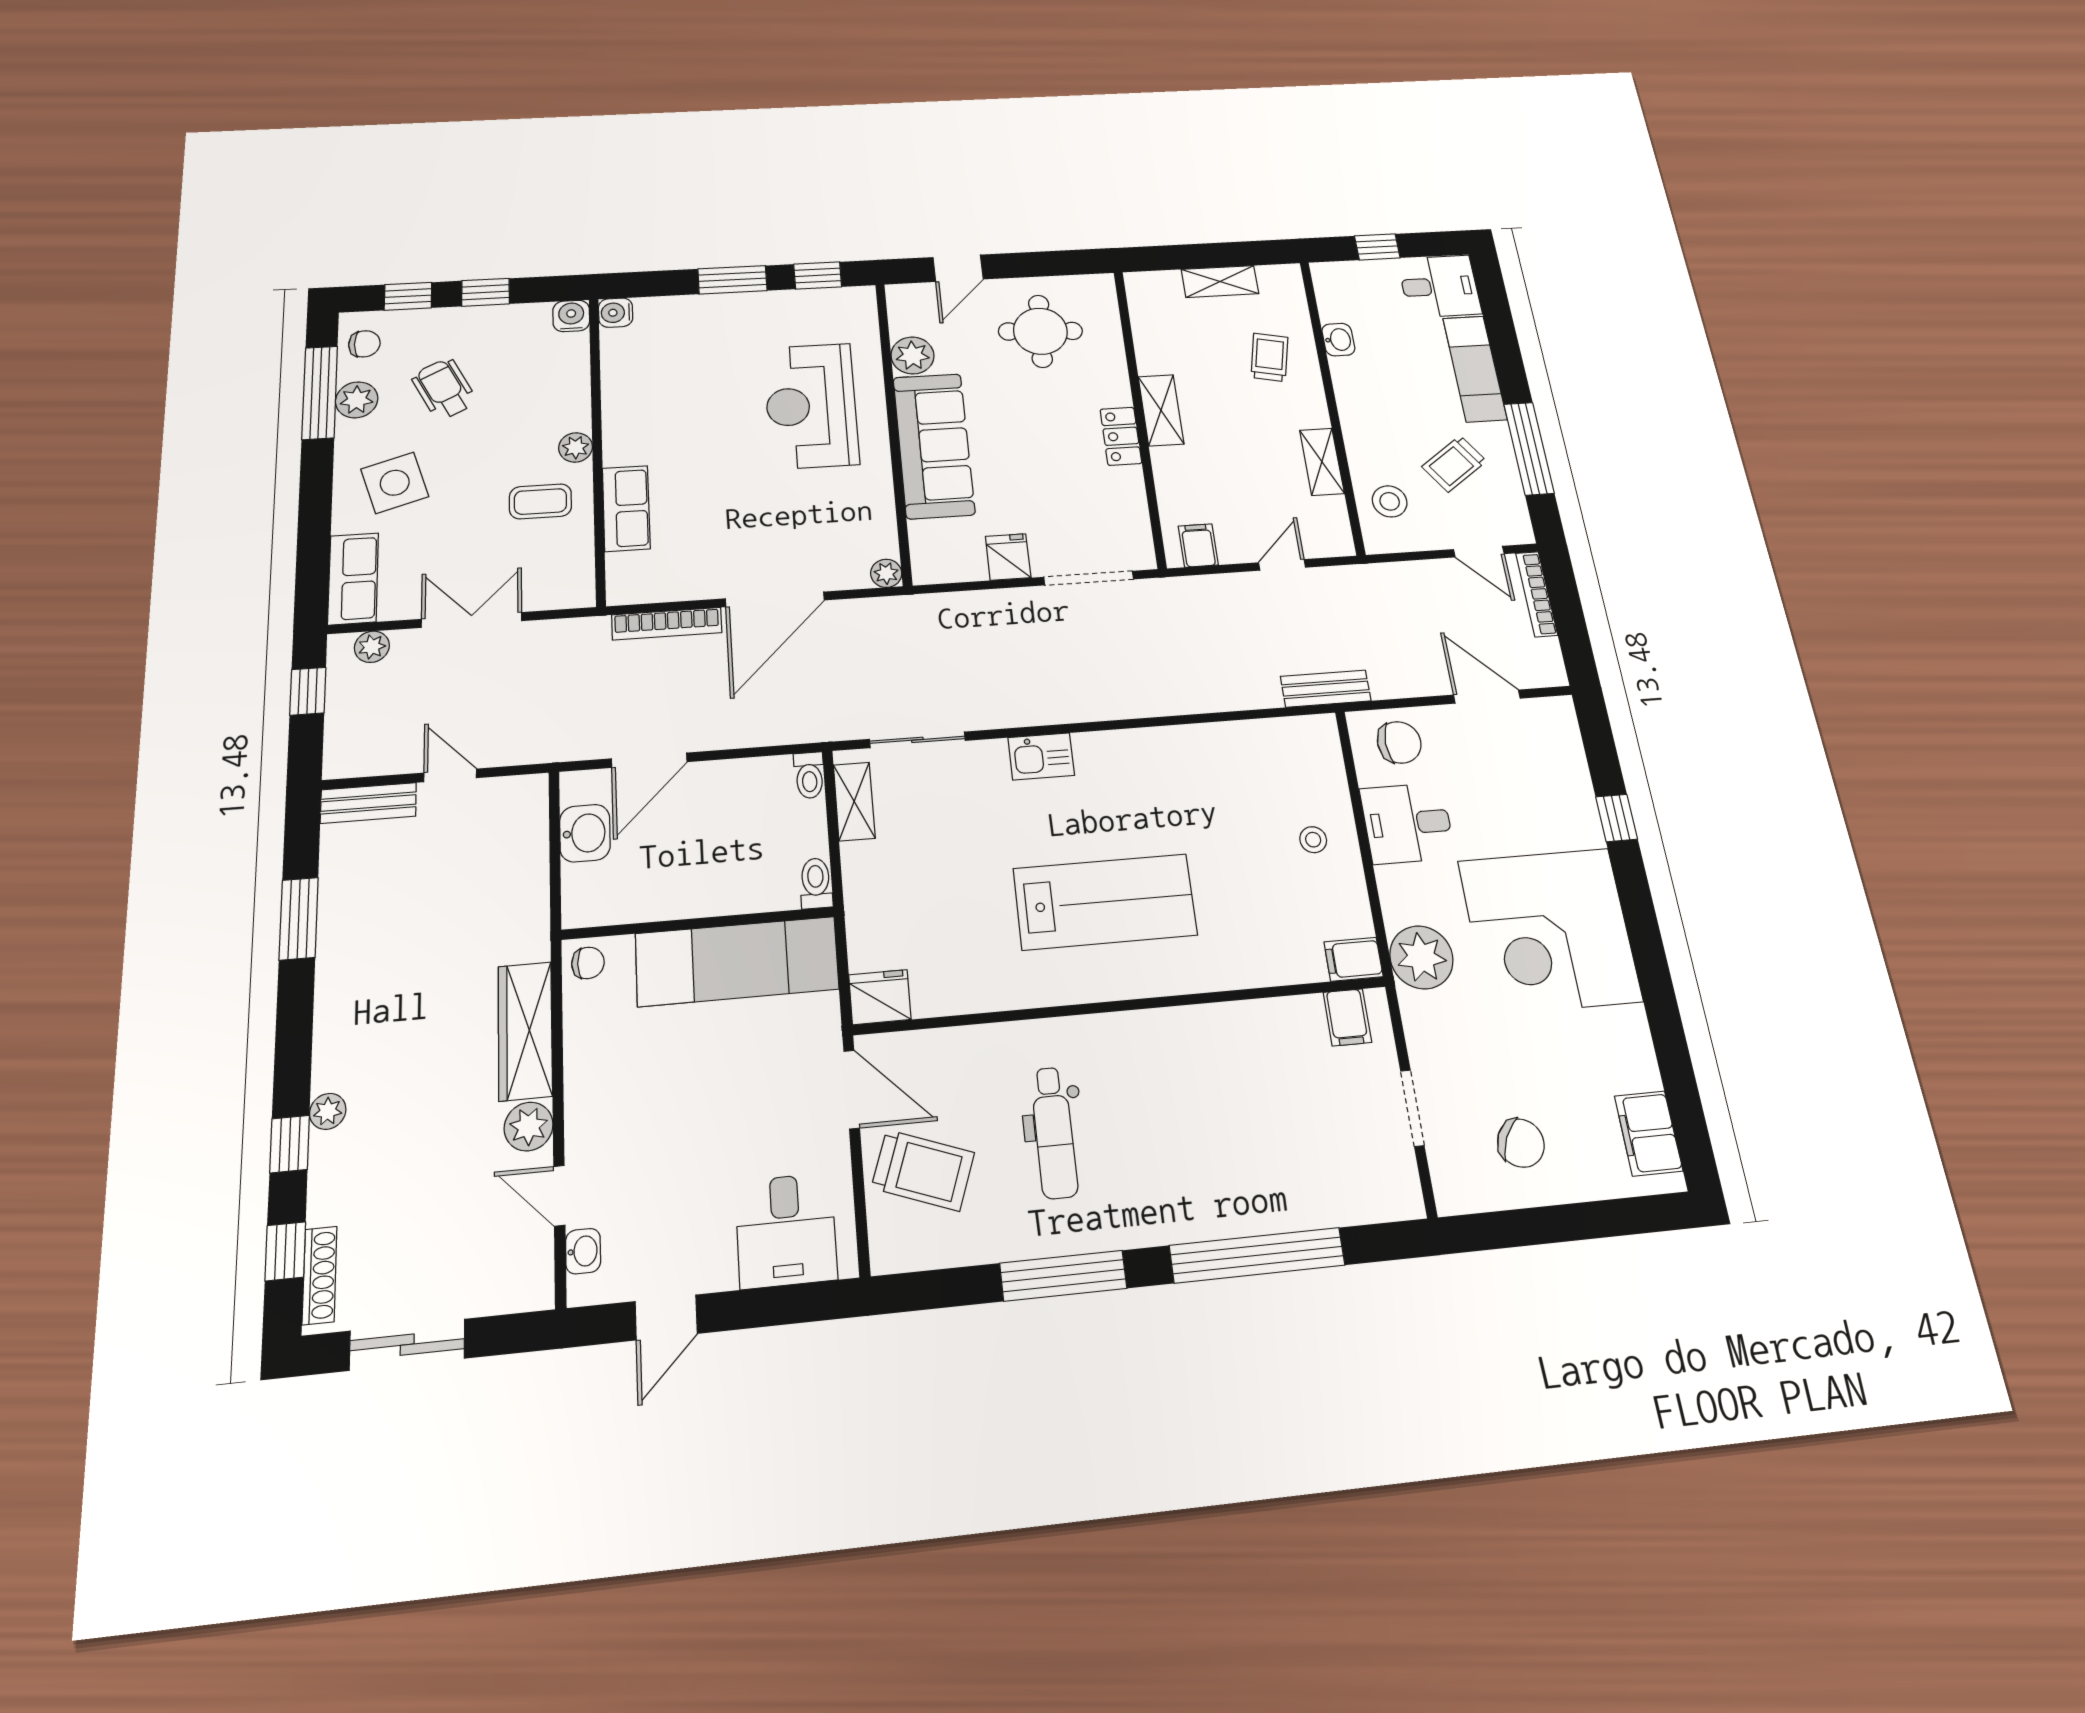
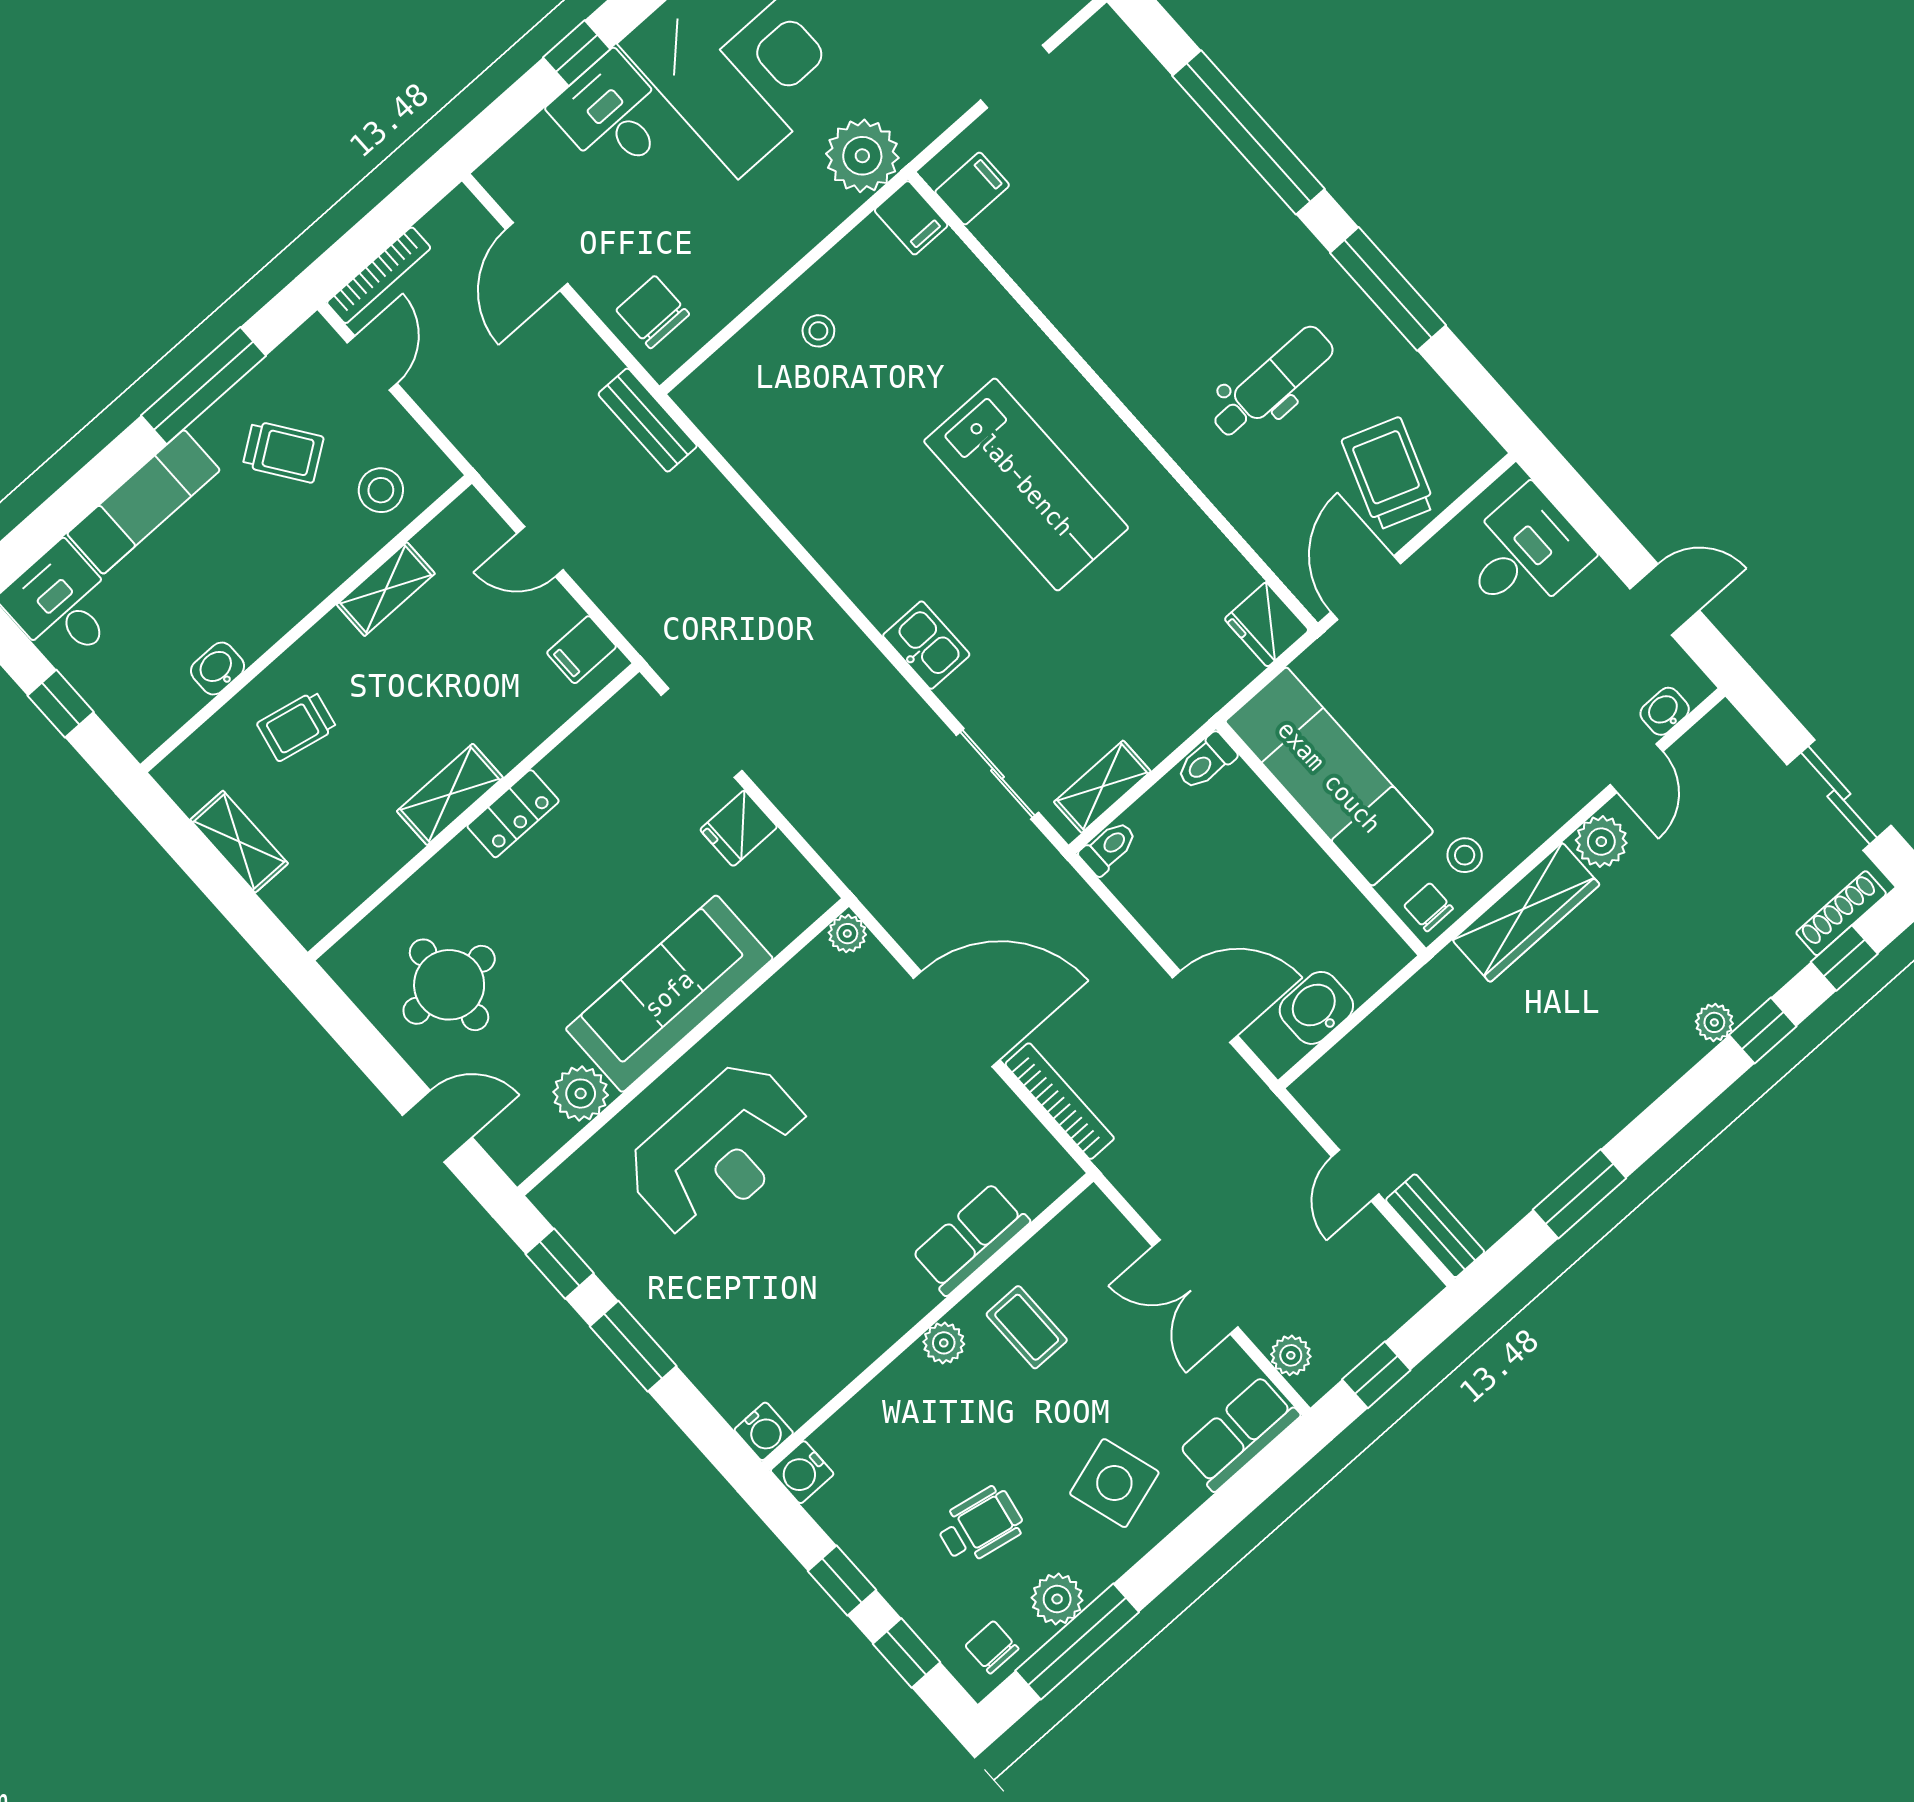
wheelchair: (444, 389) -> (980, 1525), turned -142
desk: (1407, 823) -> (612, 115), moved, turned 180
lab bench: (1105, 902) -> (1026, 485), turned 180
stool: (603, 1017) -> (1465, 855), added

